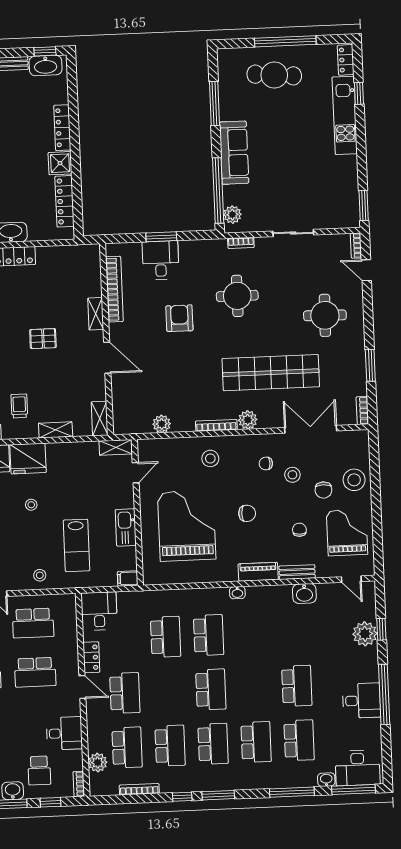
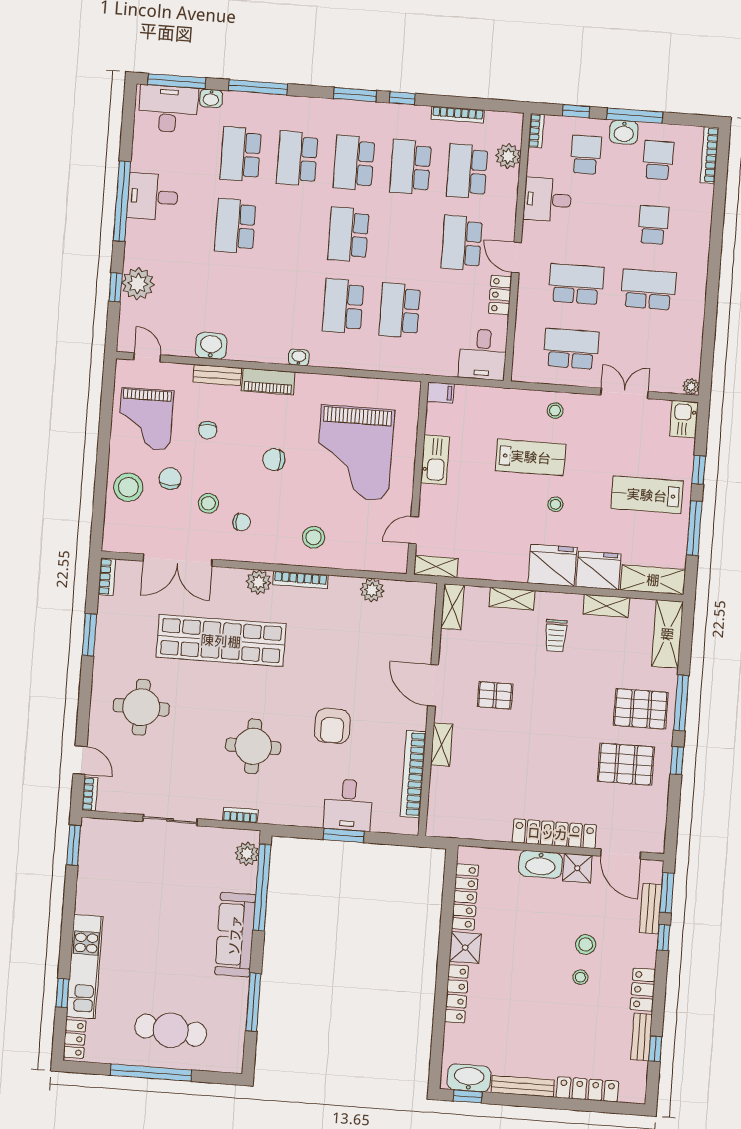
pallet: (43, 339) -> (495, 695), moved
lab bench: (77, 545) -> (531, 457), moved, turned 90

